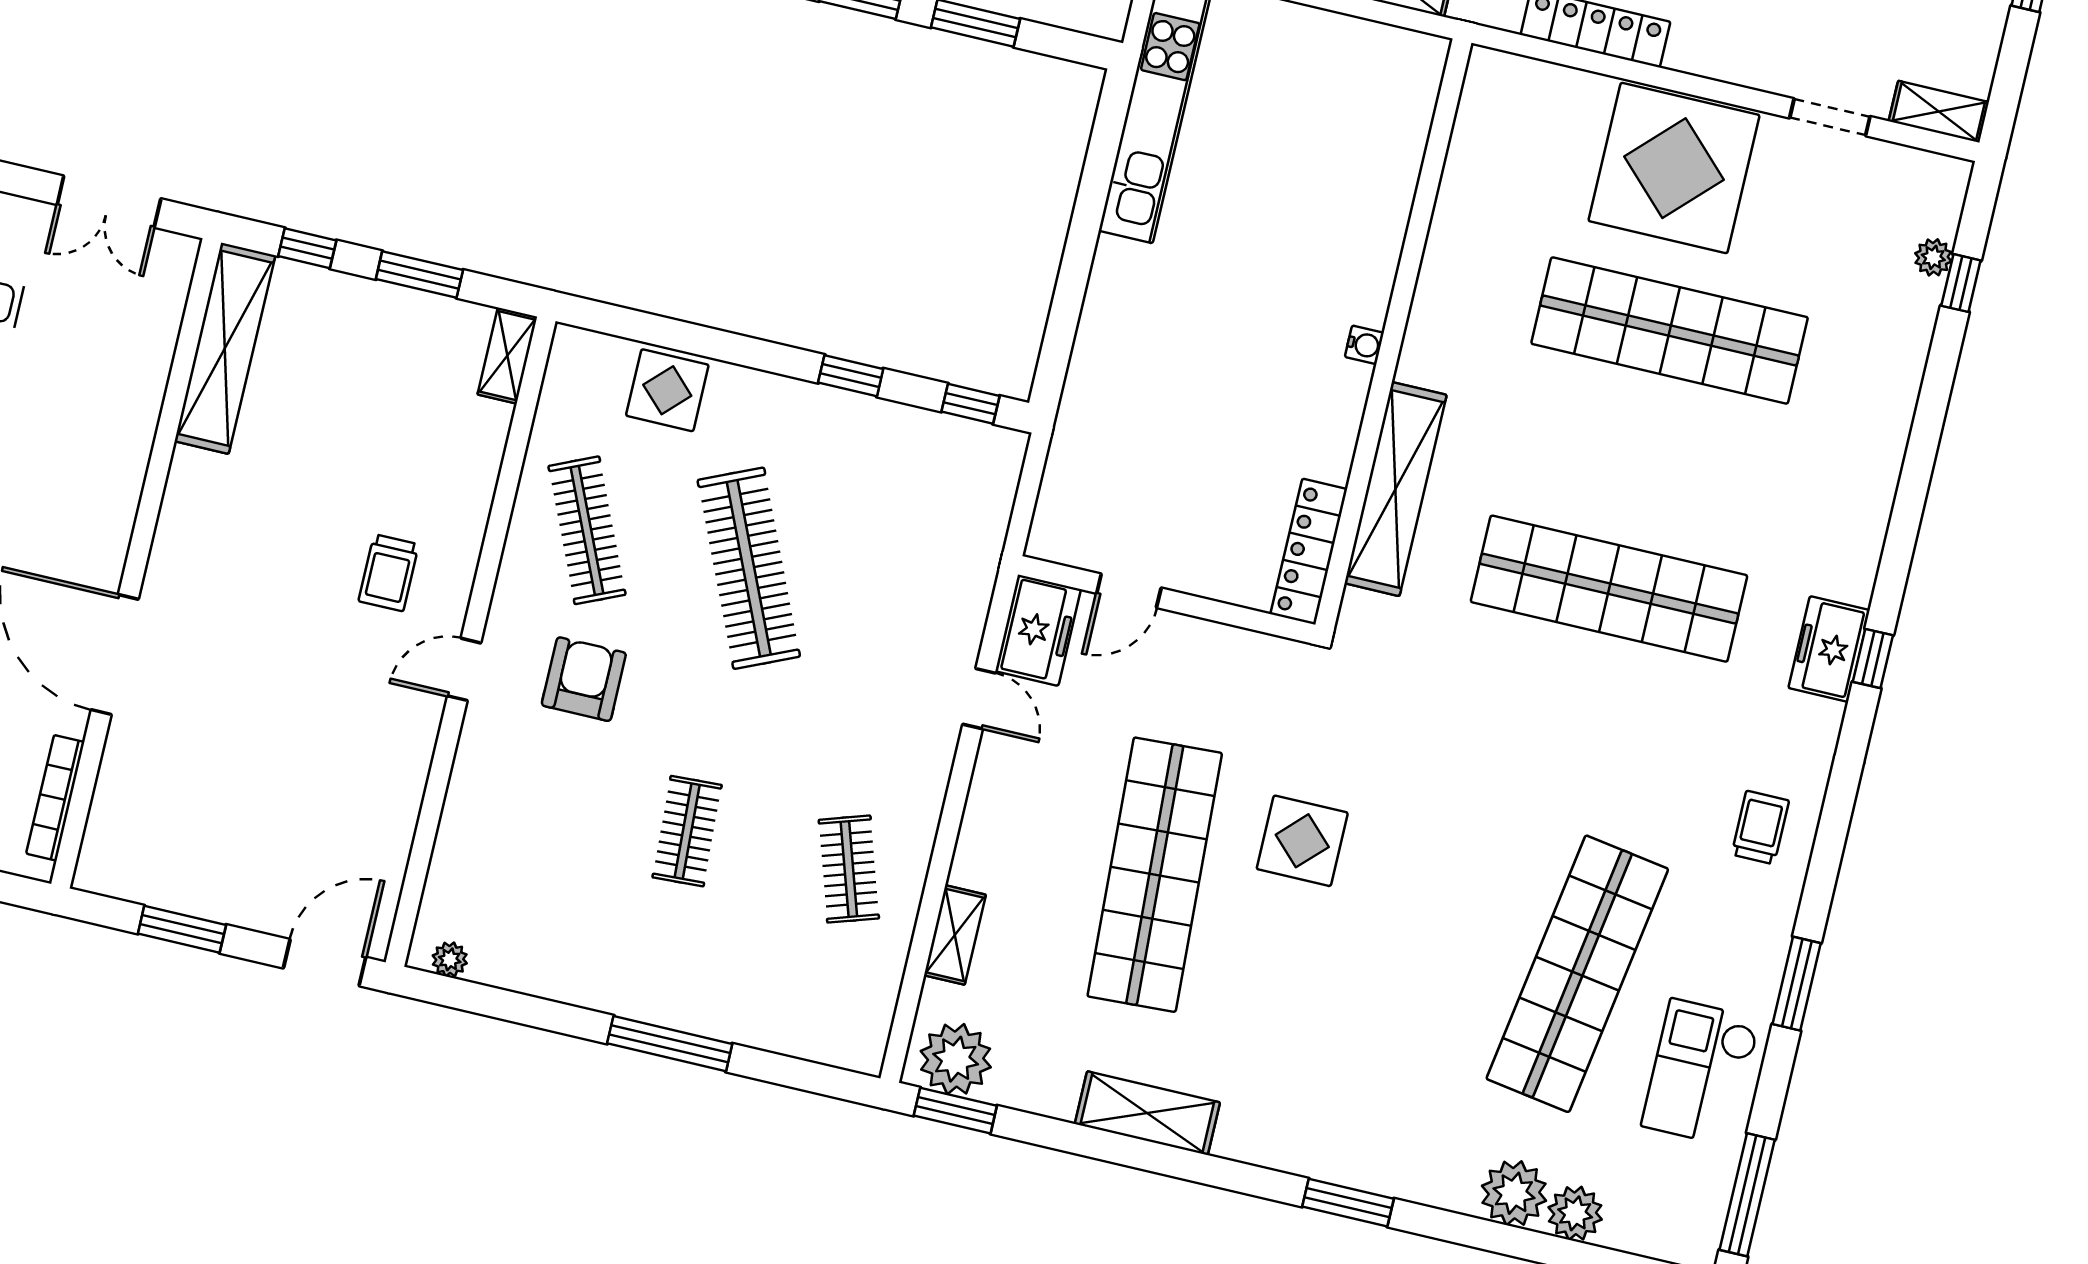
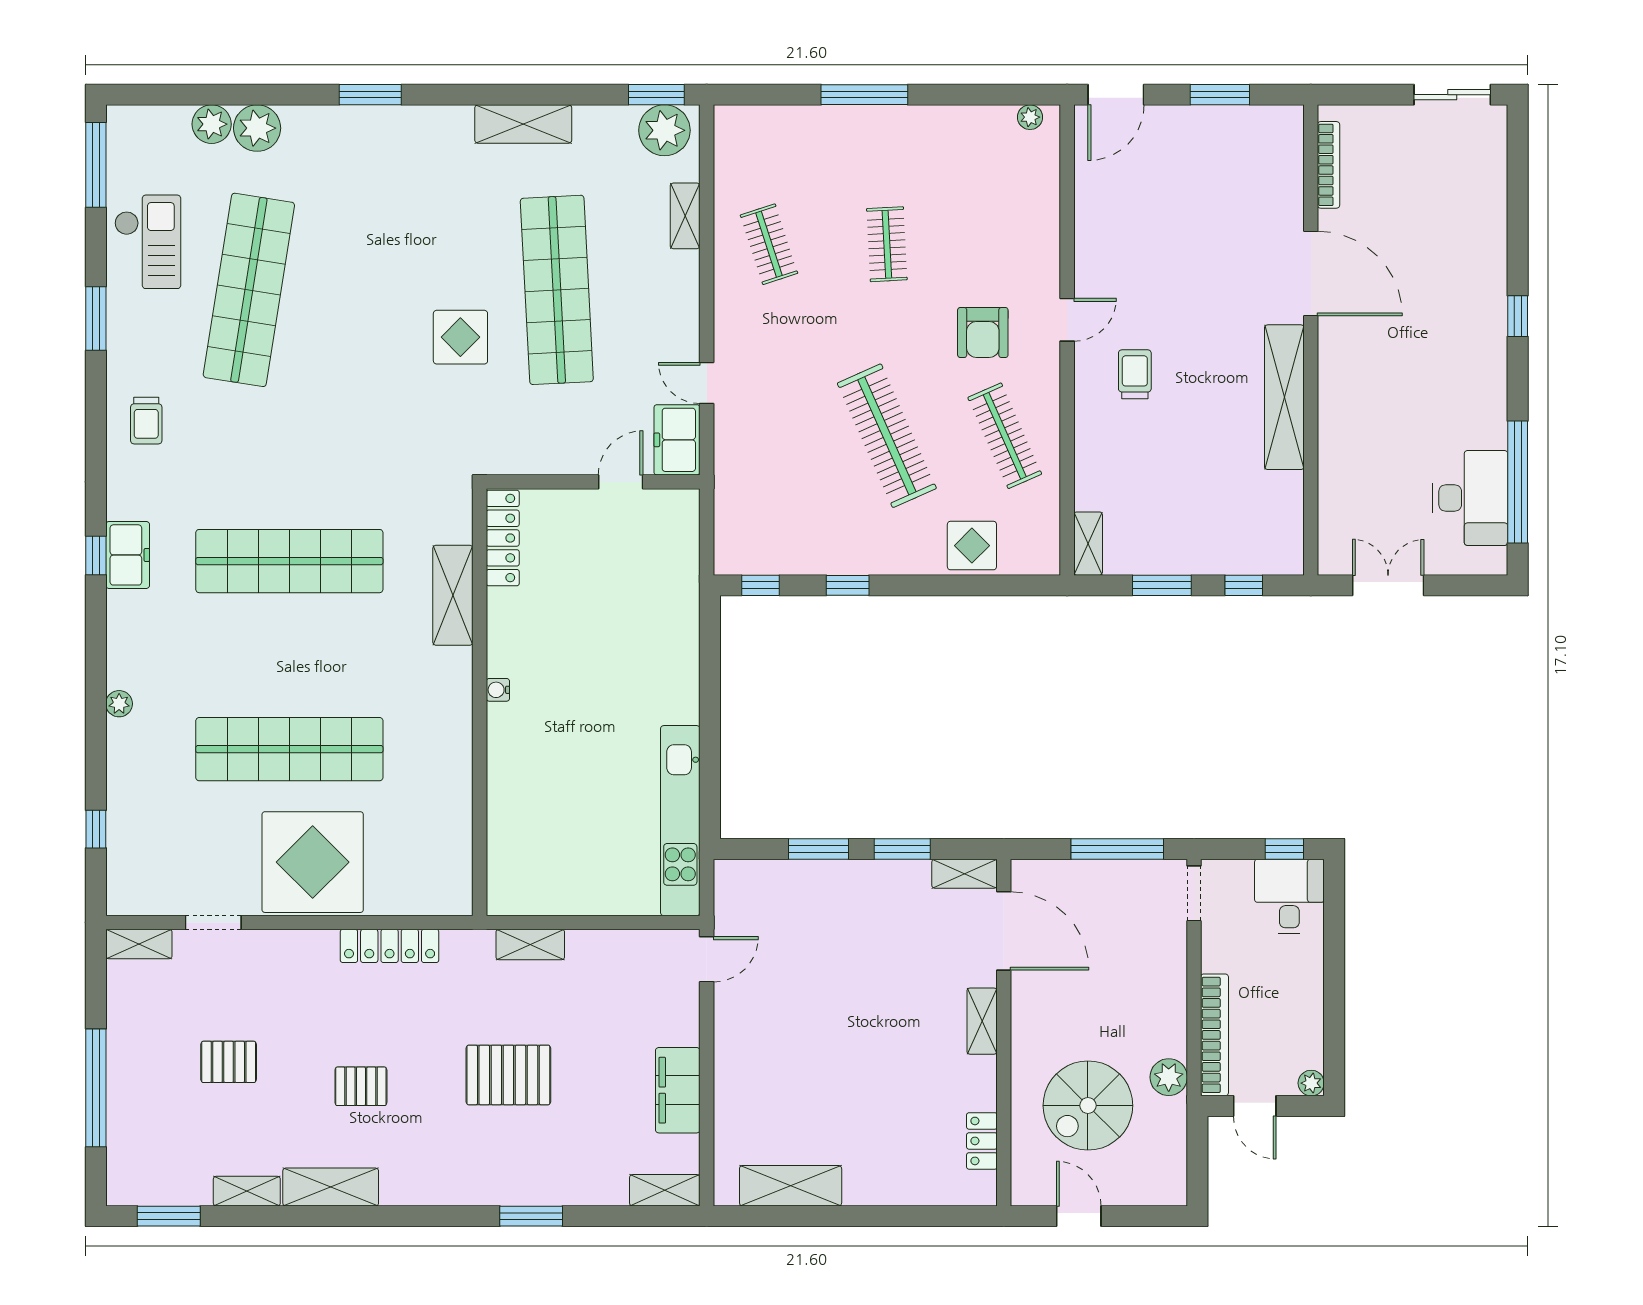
plant: (1933, 257) -> (119, 704), moved
shelving: (225, 348) -> (1284, 397), moved
shelving: (1396, 489) -> (453, 595), width x0.68

